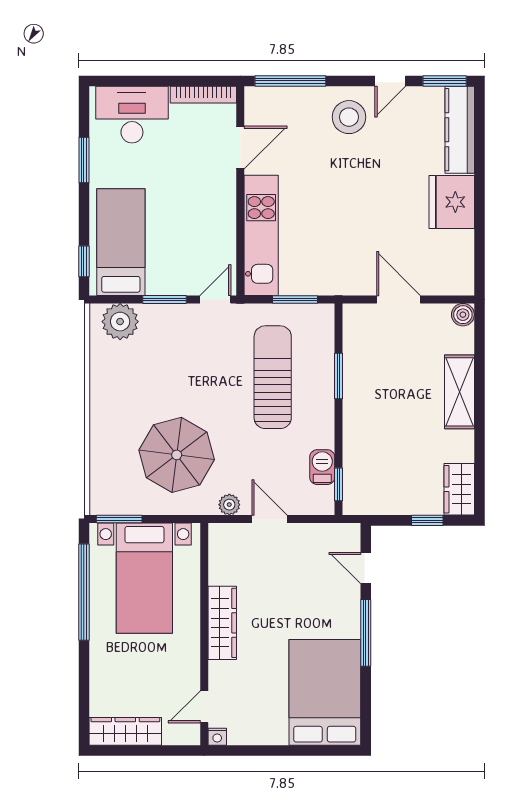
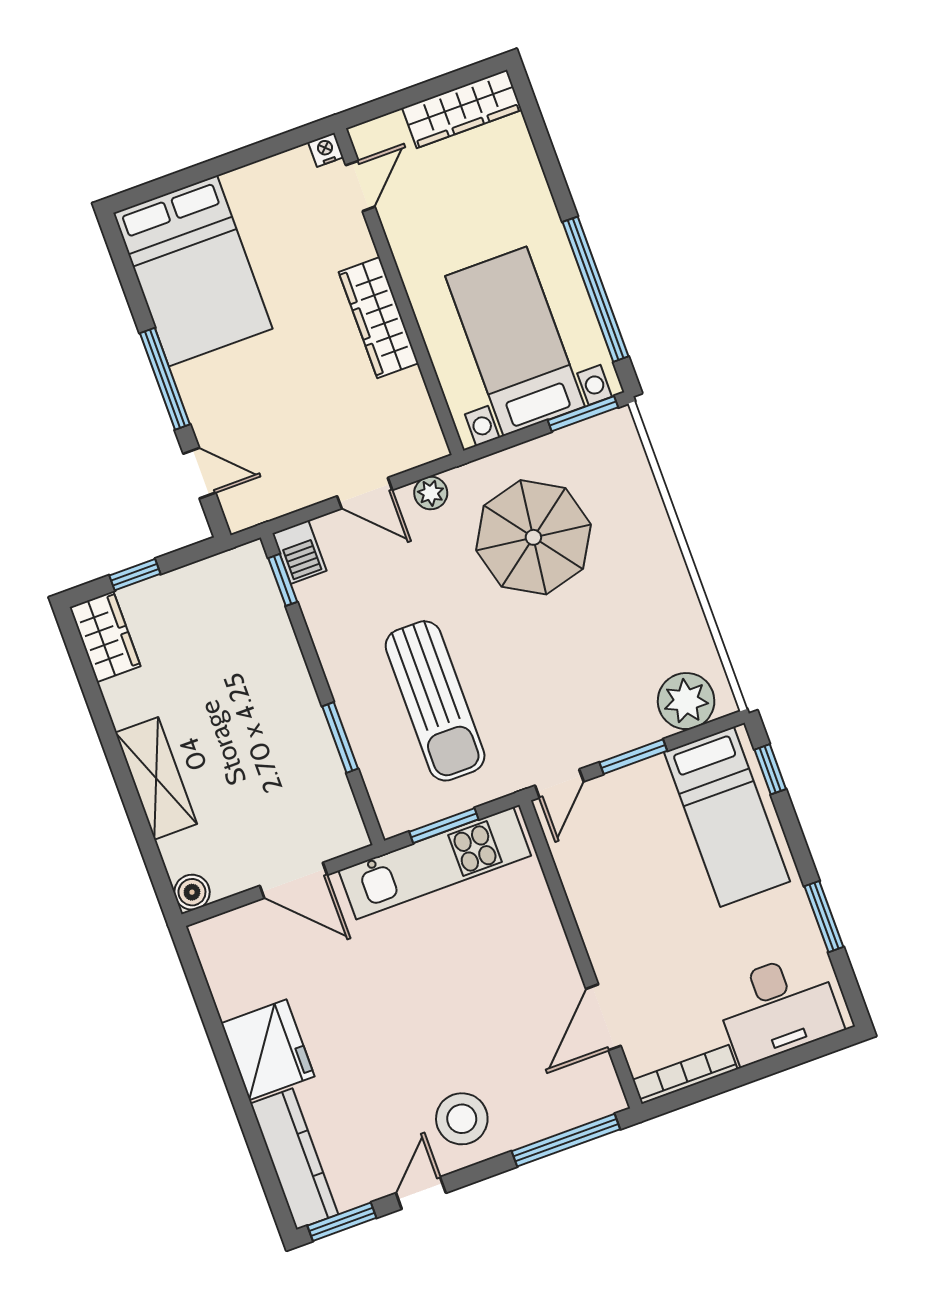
kitchen unit: (261, 235) -> (435, 863), moved, turned -90
barbecue: (322, 467) -> (299, 552), moved

